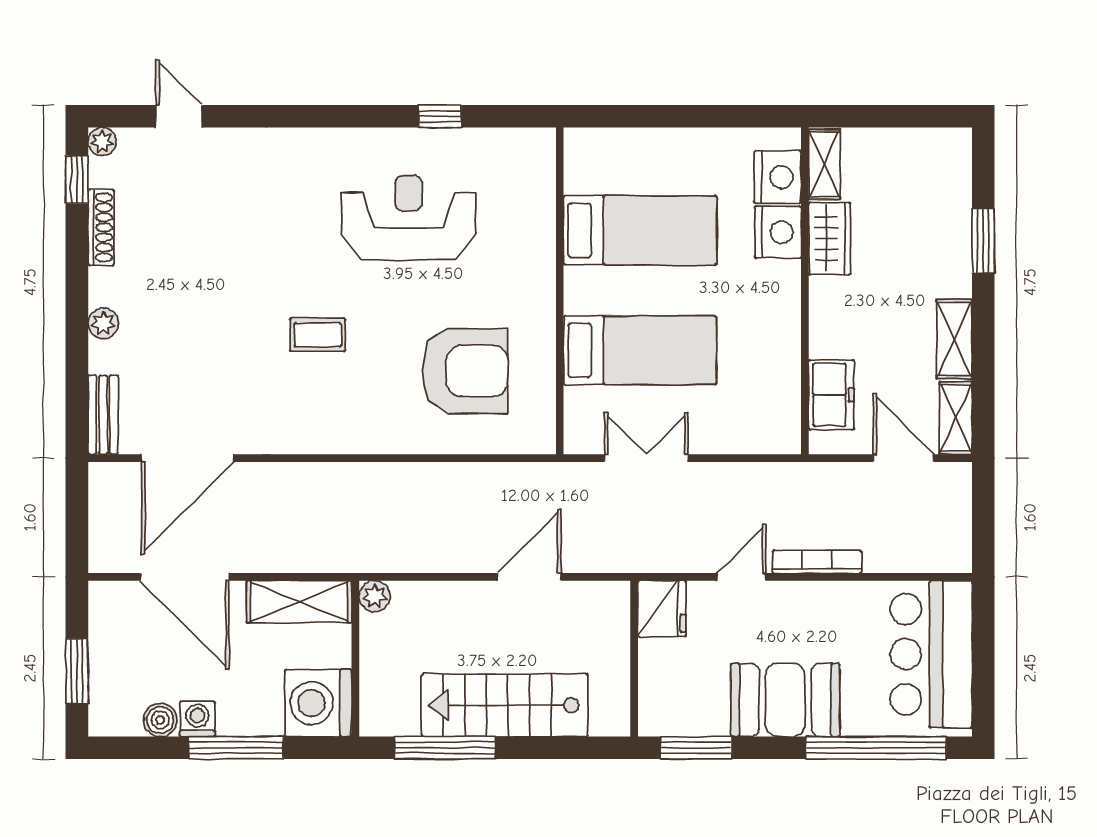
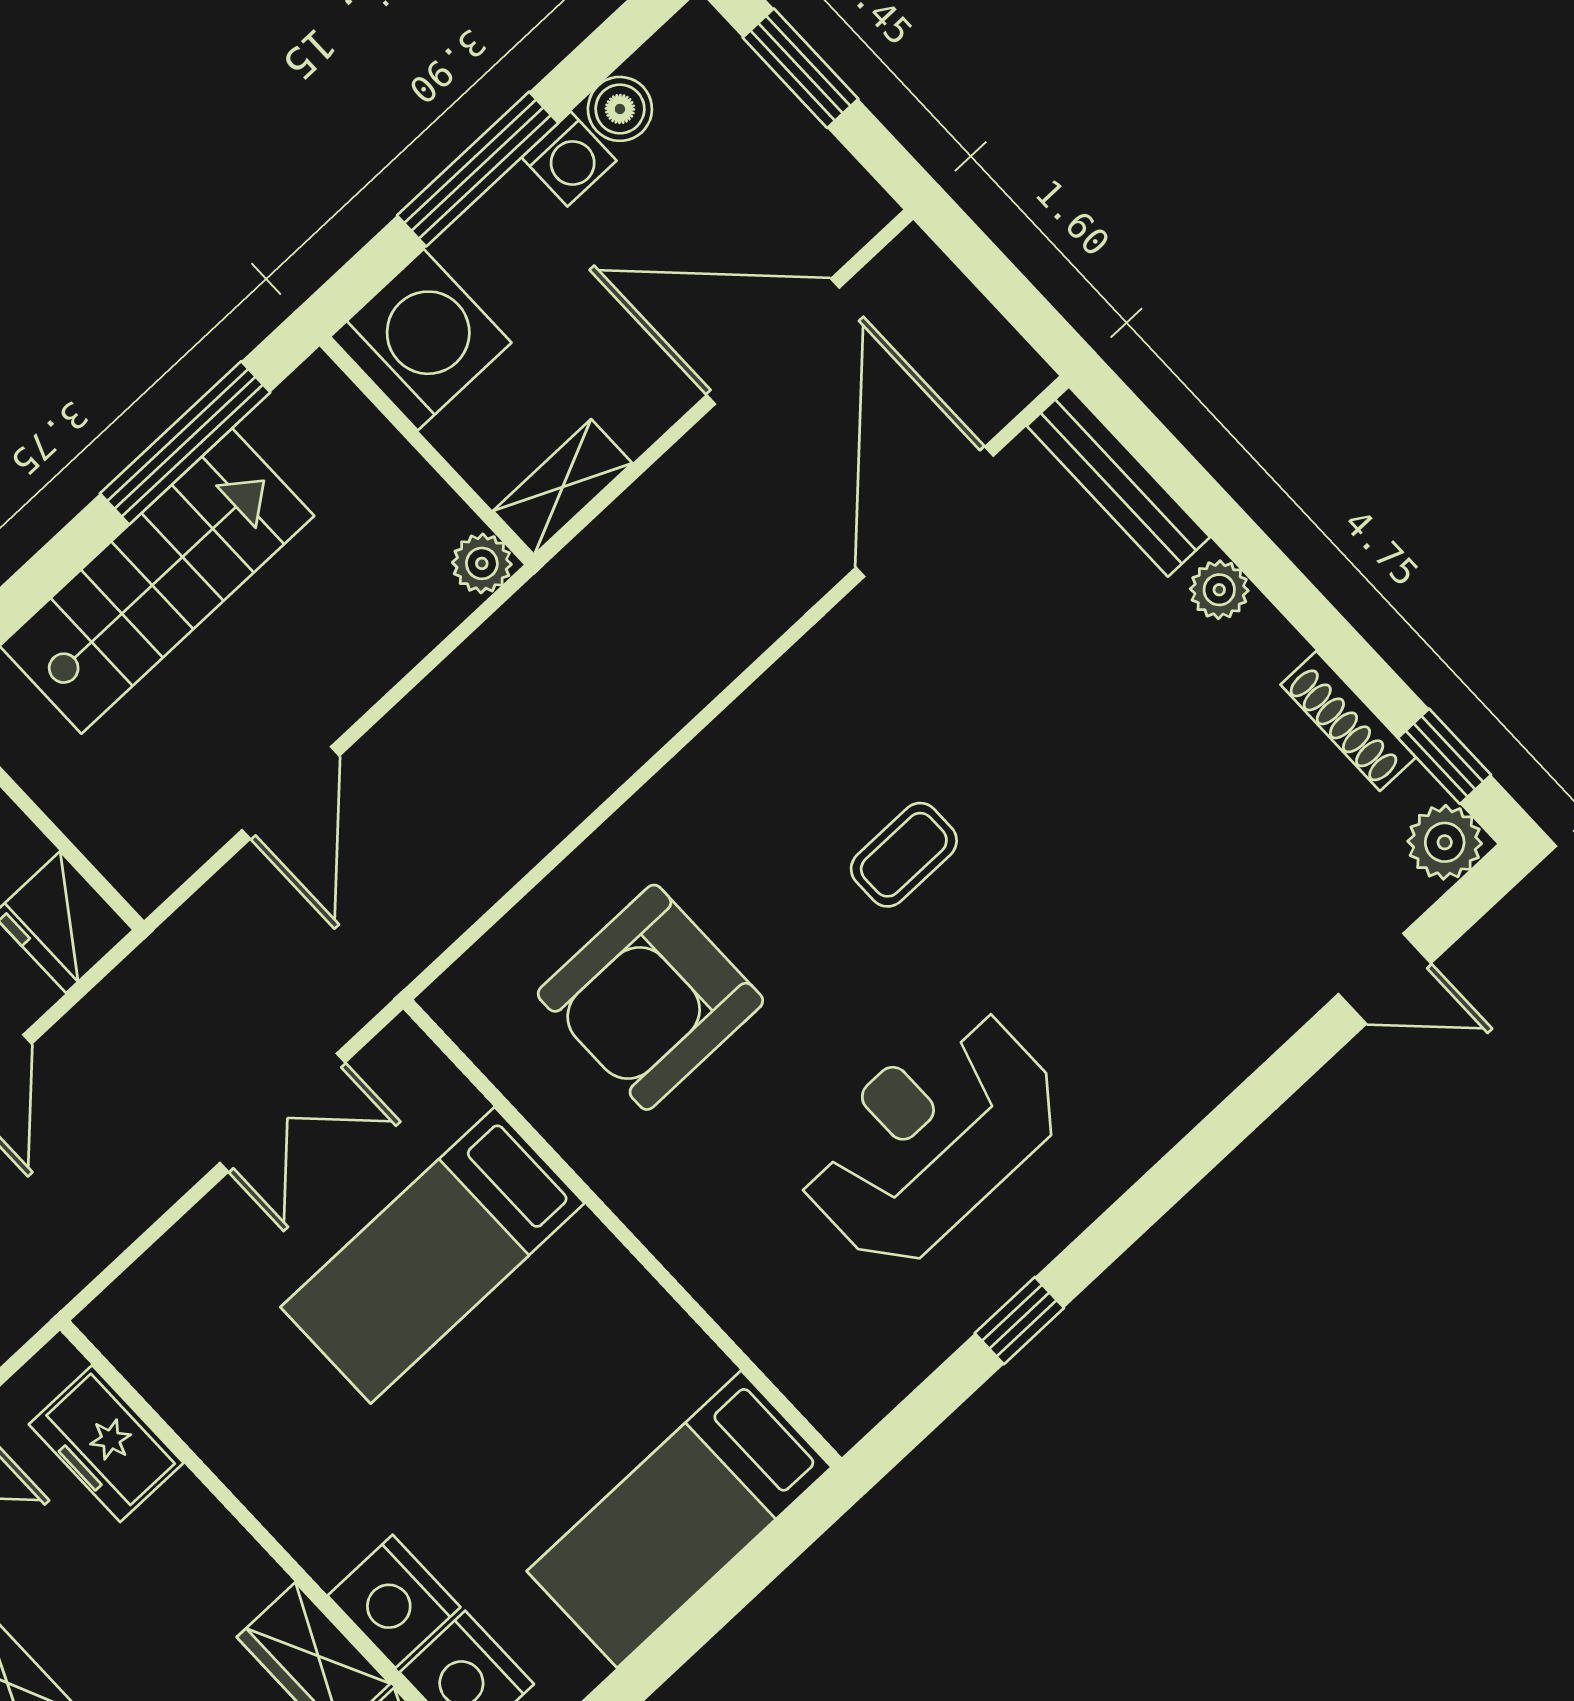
plant: (102, 142) -> (1445, 842), width x1.38, depth x1.38
reception desk: (409, 218) -> (930, 1138), turned 180
bed: (640, 230) -> (679, 1519), moved
bench: (103, 415) -> (1118, 482), width x1.36
shelving: (299, 602) -> (563, 487), width x0.67, depth x0.75

